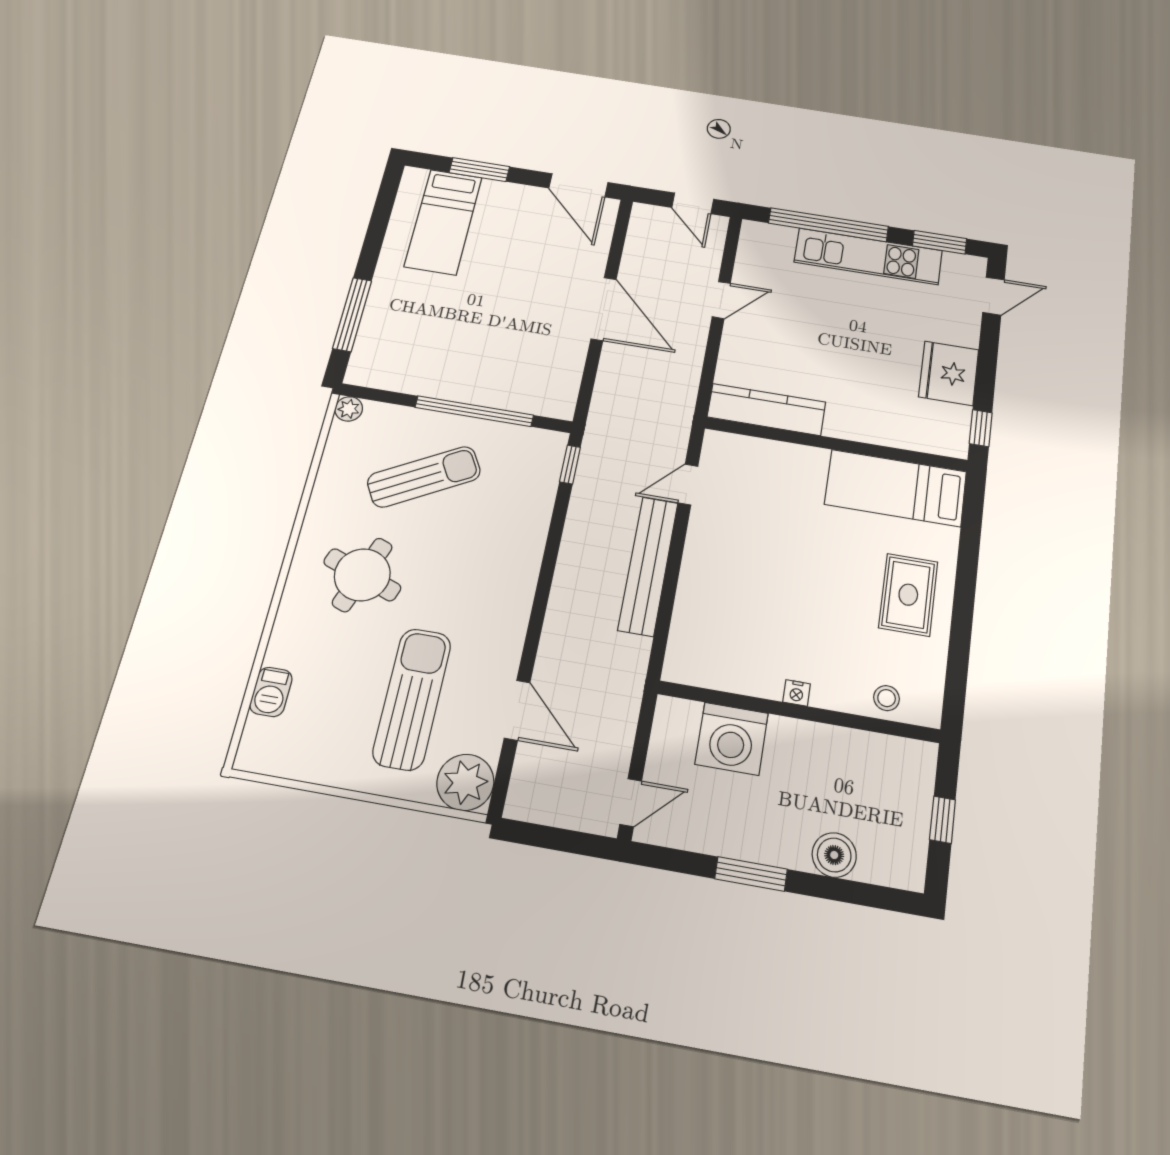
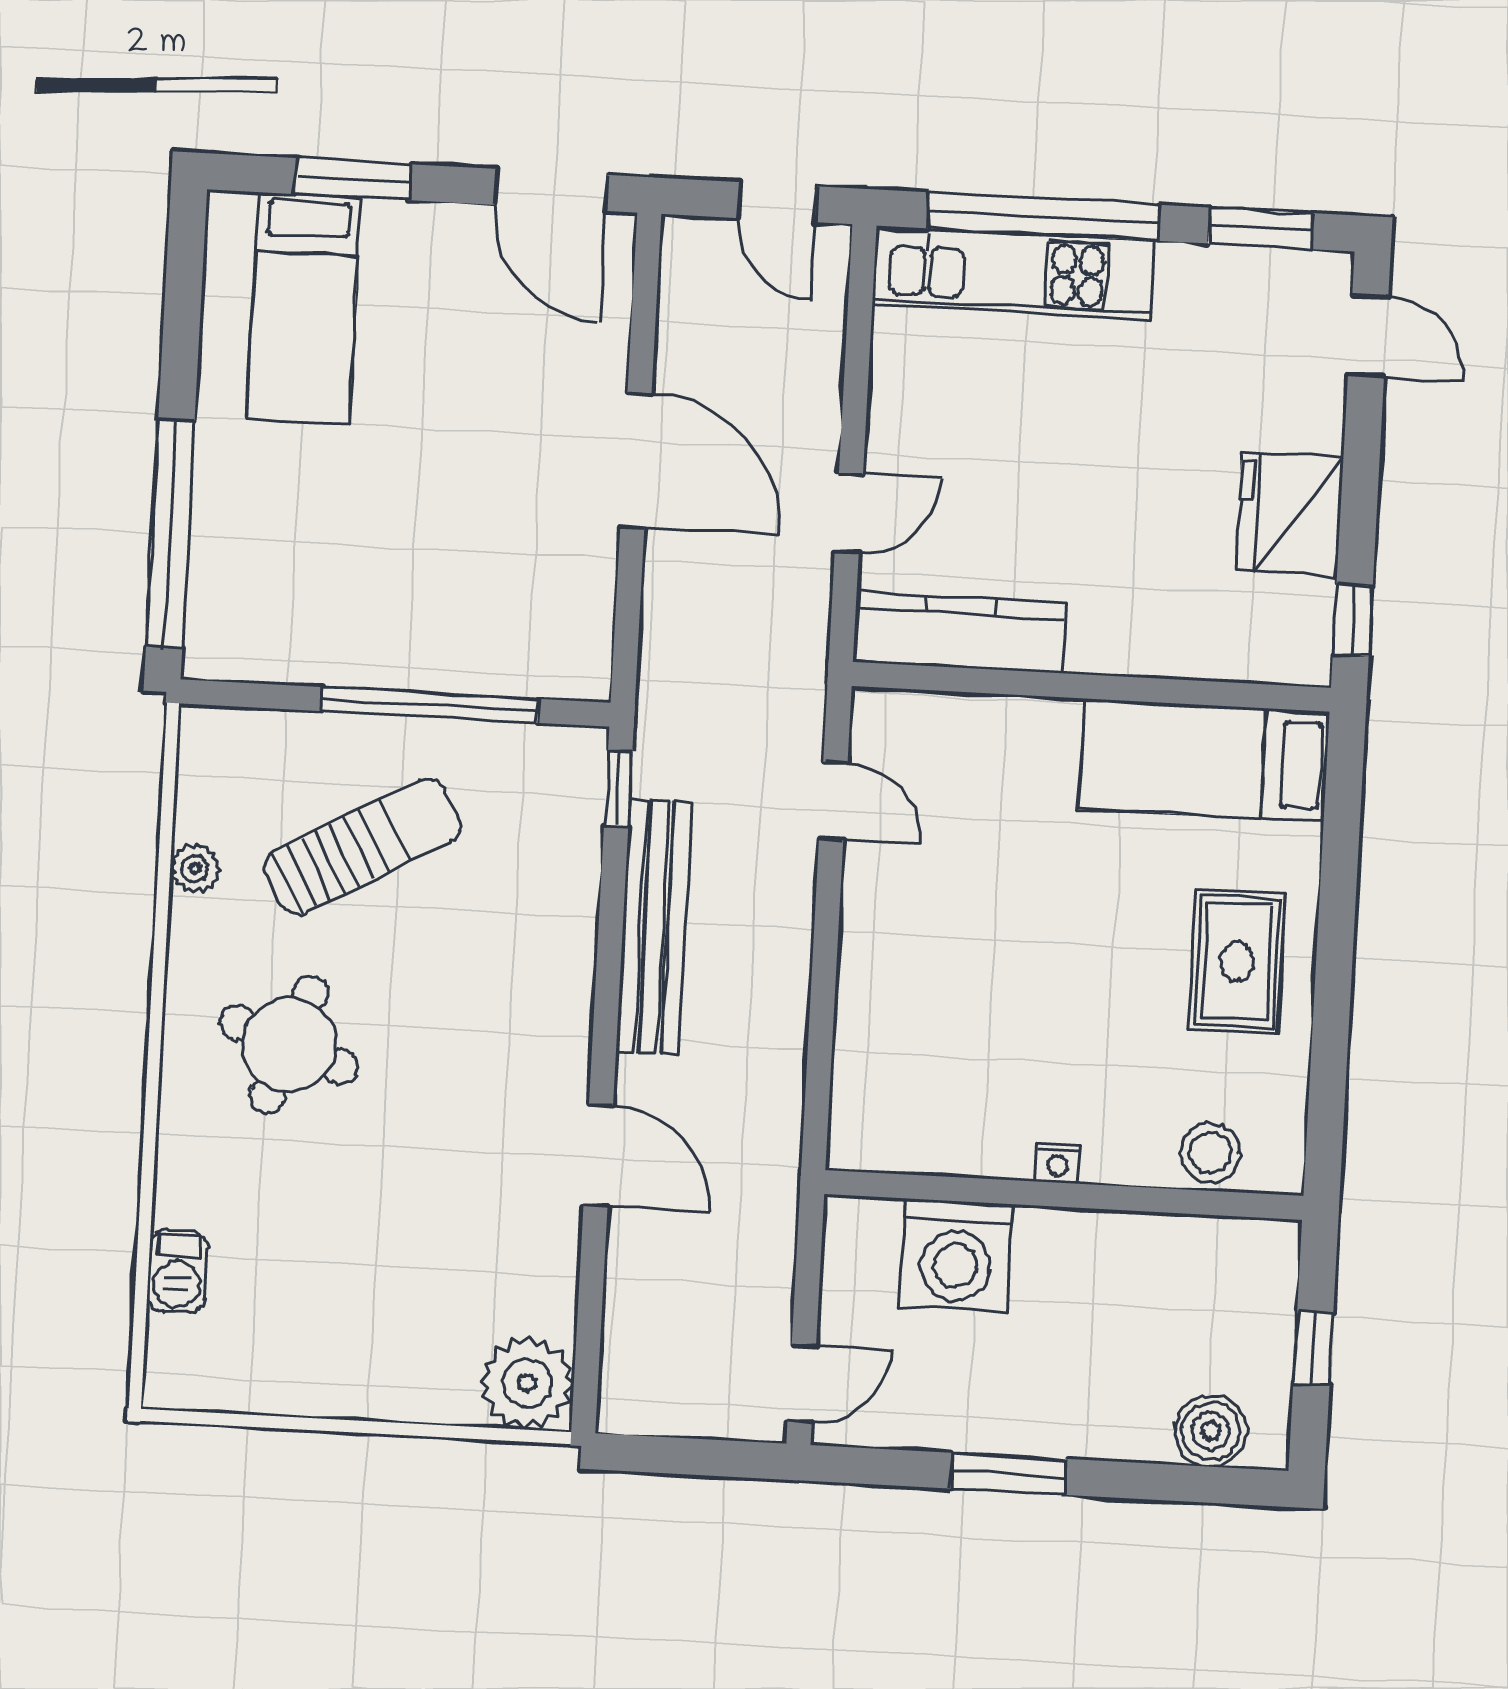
kitchen unit: (868, 256) -> (1013, 272), moved
door: (994, 296) -> (1368, 336), hinge flipped
door: (721, 300) -> (849, 513), moved
window: (352, 314) -> (170, 534), width x1.46
plant: (349, 409) -> (195, 869), moved
door: (688, 484) -> (833, 801), swing flipped
bench: (648, 566) -> (654, 927), moved
stool: (887, 698) -> (1210, 1153), width x1.37, depth x1.37
sun lounger: (412, 699) -> (415, 1253), removed
door: (517, 710) -> (598, 1155), moved
boiler: (834, 855) -> (1211, 1431), moved

